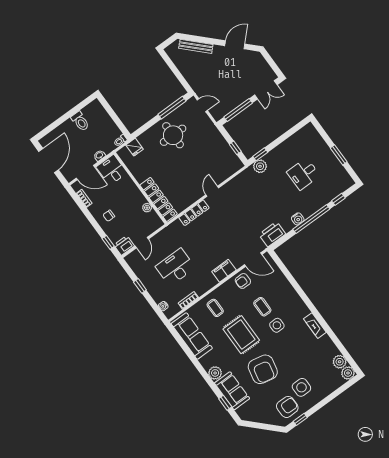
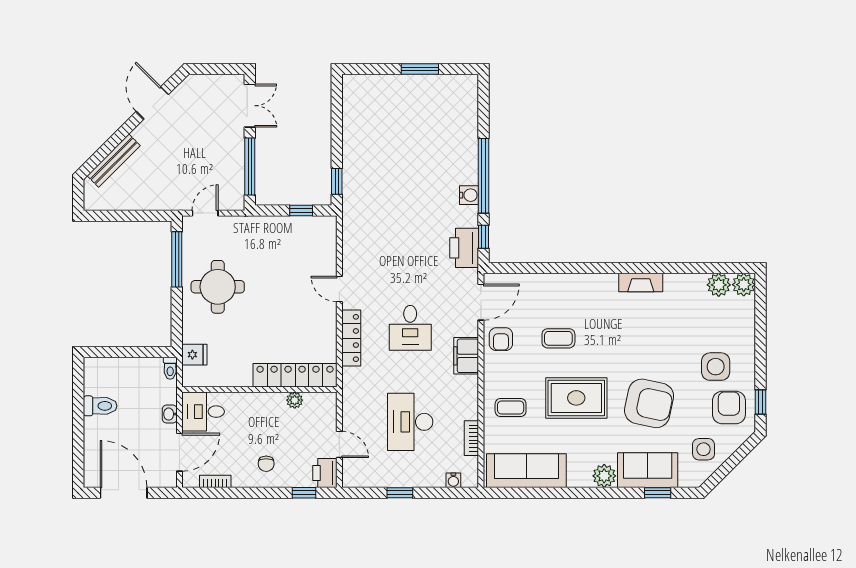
plant: (260, 166) -> (354, 194), removed
desk: (303, 174) -> (410, 328), moved
window: (338, 199) -> (484, 237), moved
side table: (277, 325) -> (703, 449), moved

